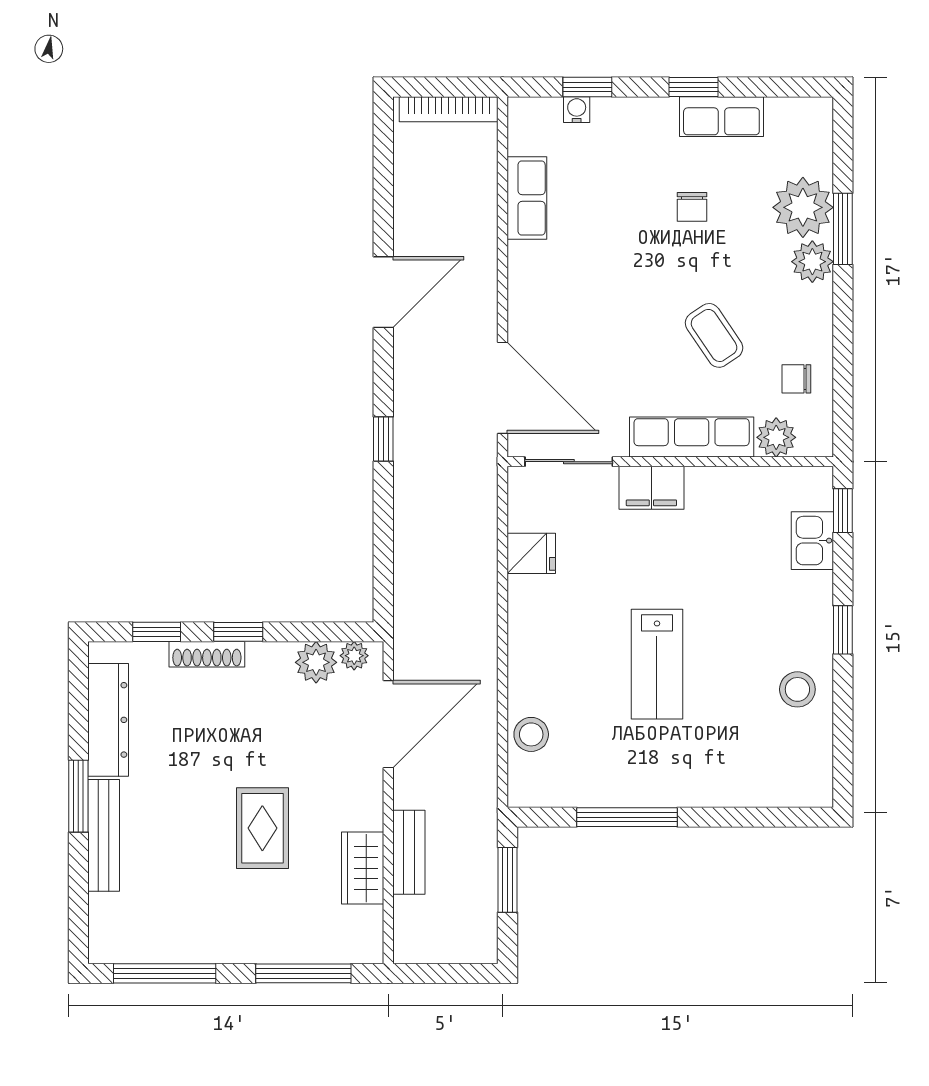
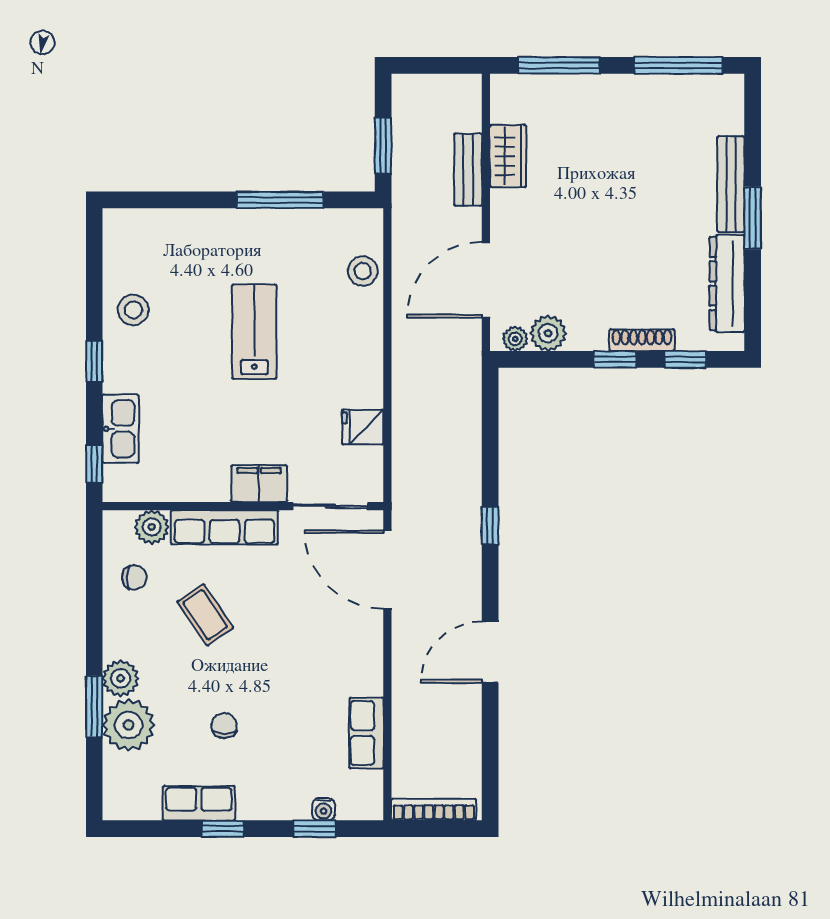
kitchen sink: (812, 541) -> (121, 429), width x1.38
rug: (262, 828) -> (594, 190), removed

